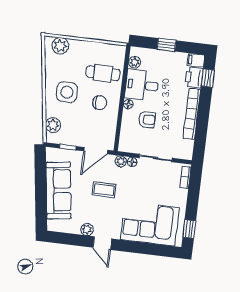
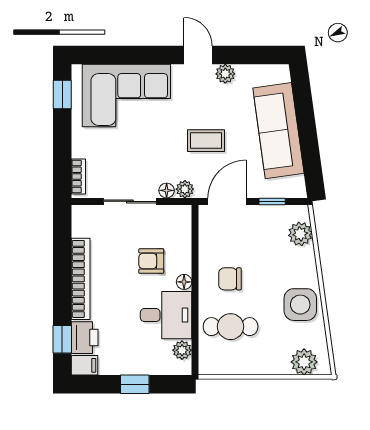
side table: (67, 92) -> (300, 305), moved

